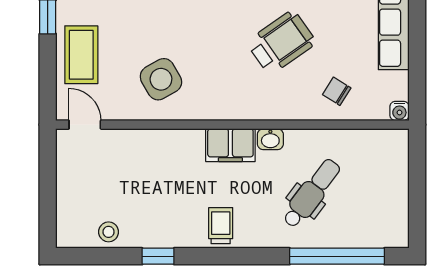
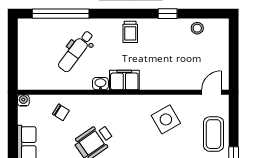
door: (85, 125) -> (211, 92), swing flipped

